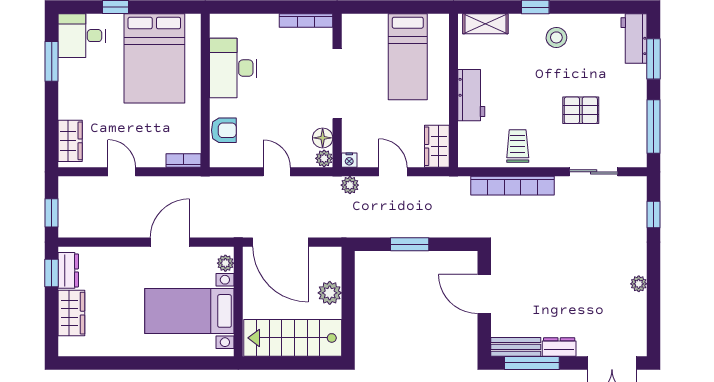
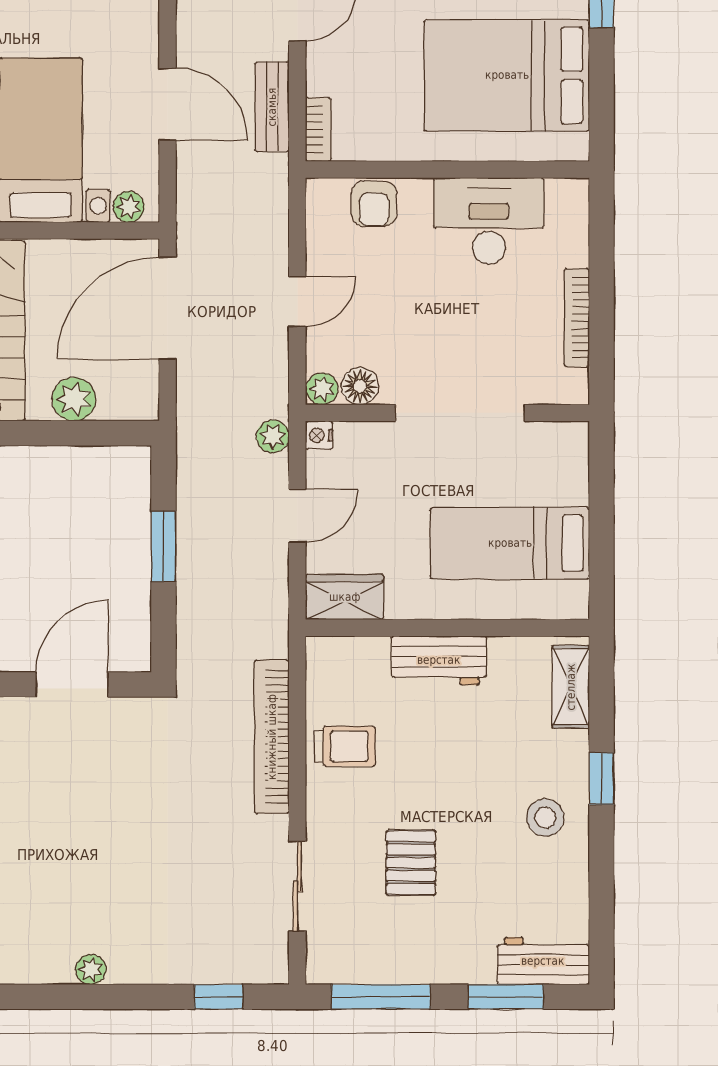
bookcase: (306, 20) -> (577, 318), moved
bench: (171, 185) -> (272, 107), added

